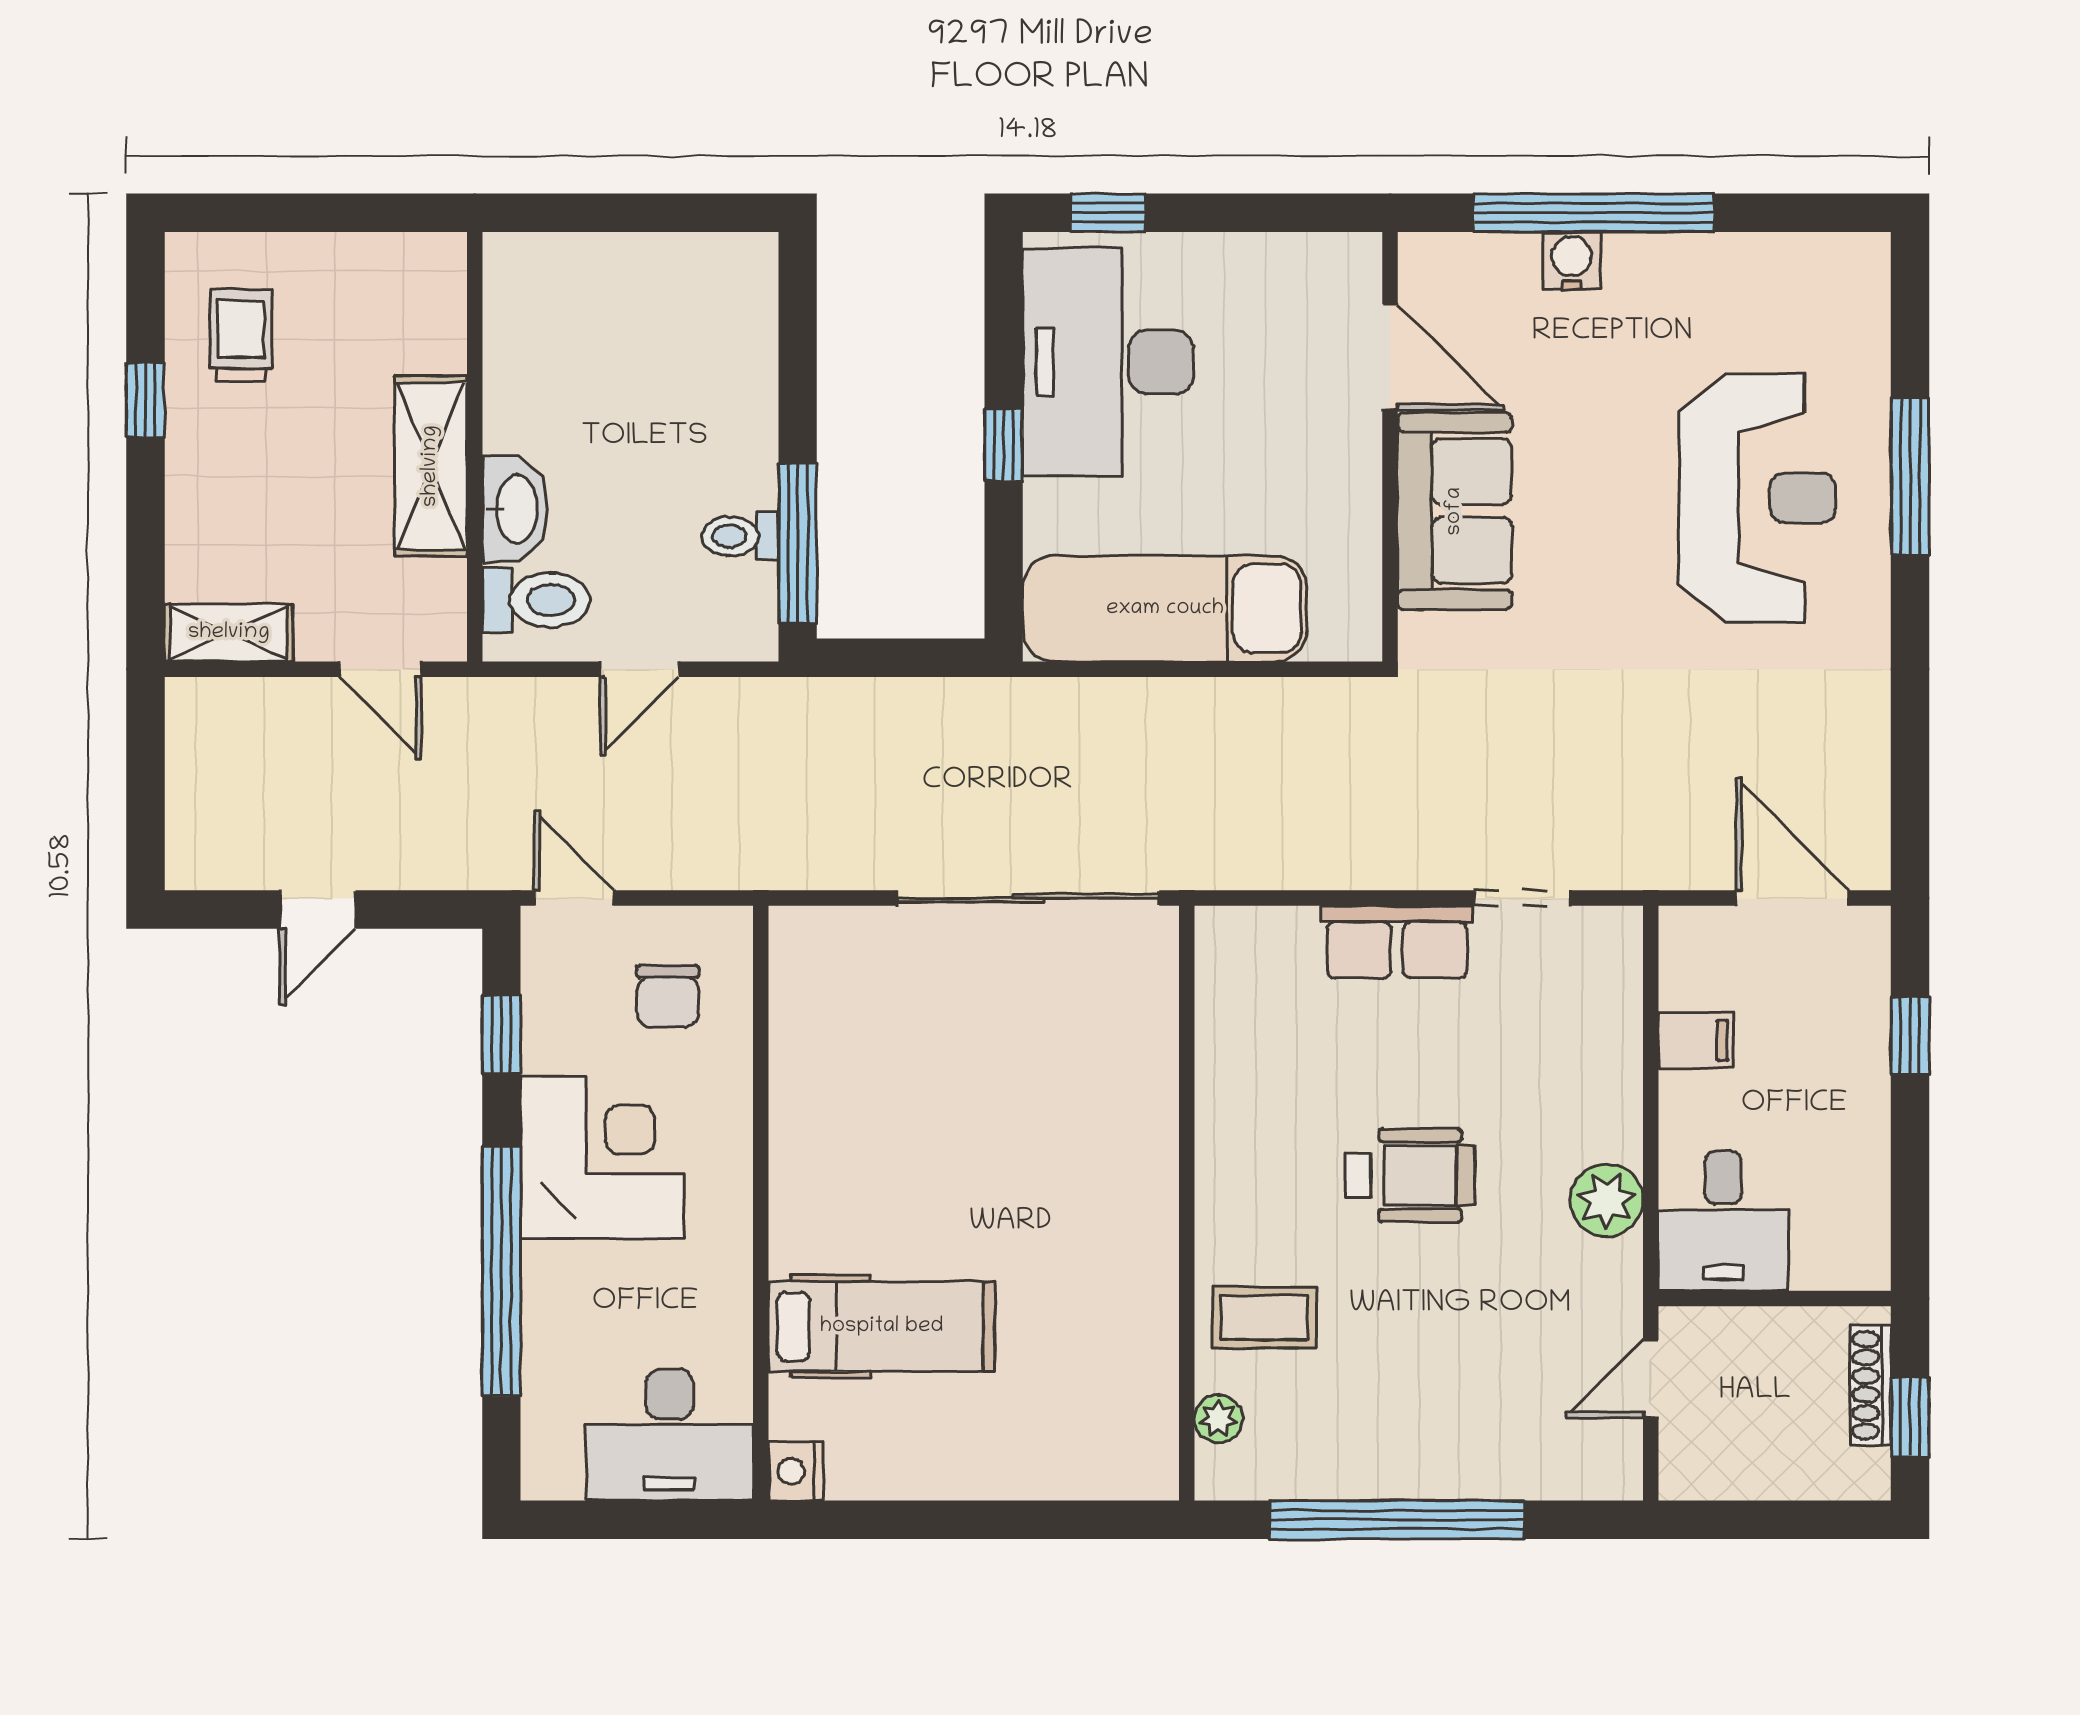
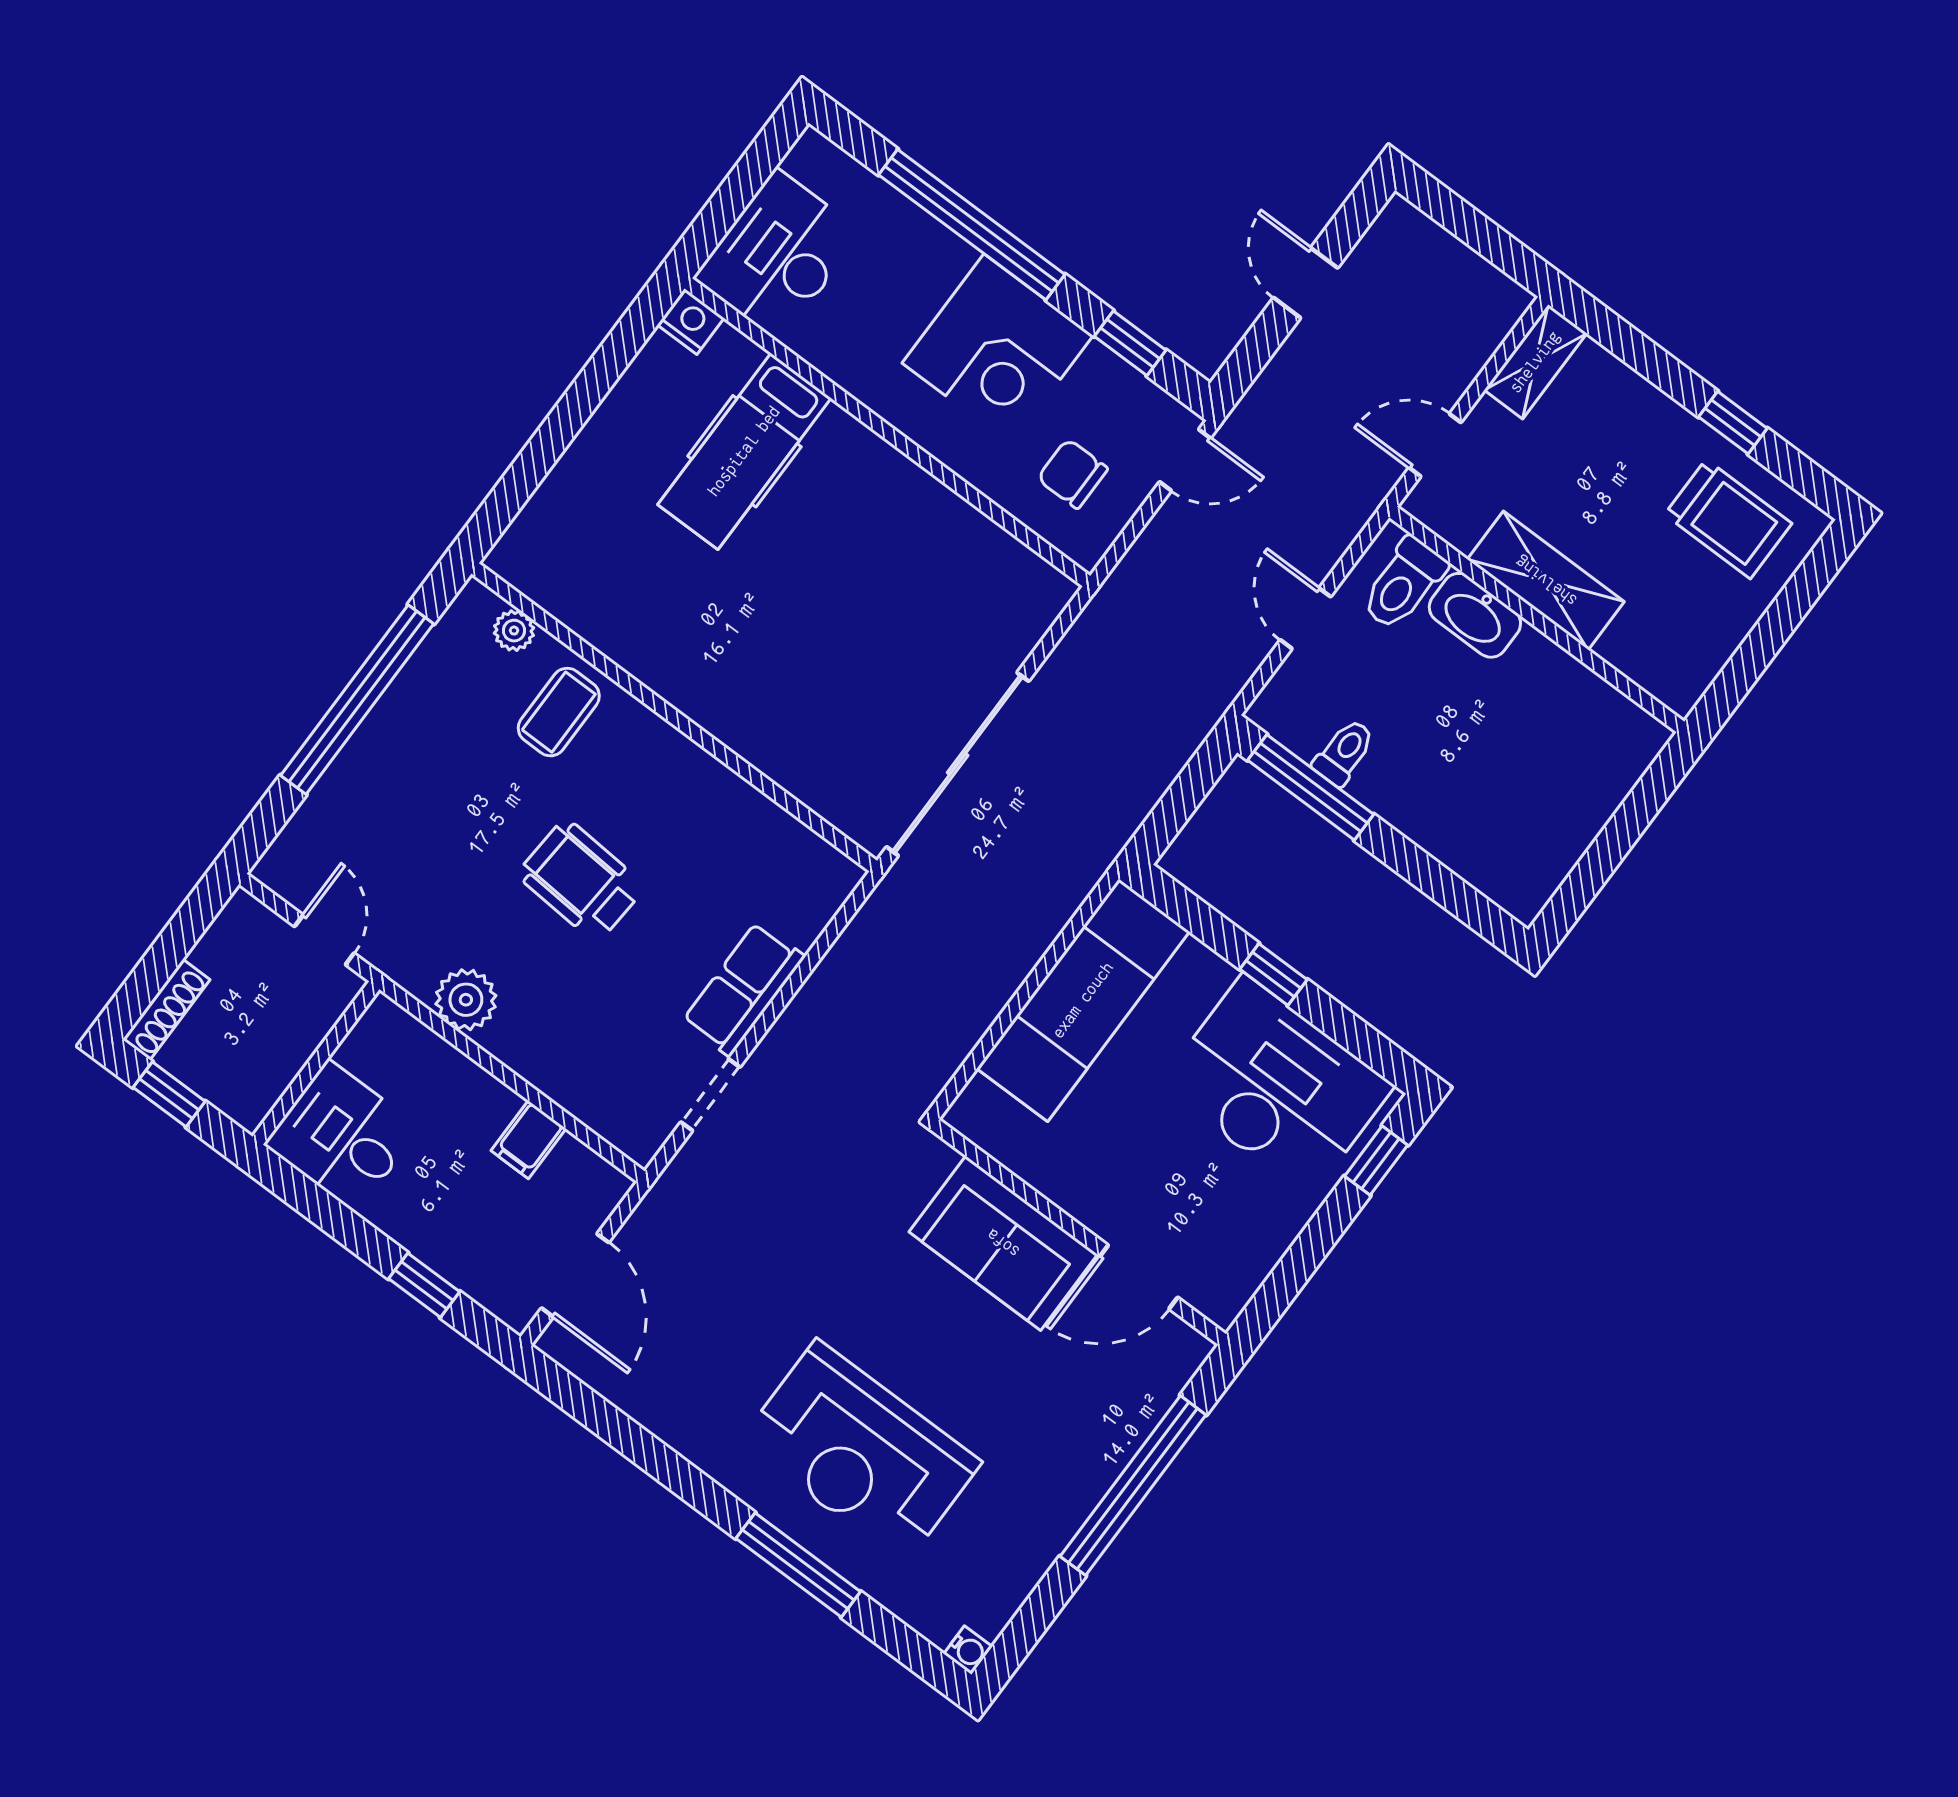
water cooler: (1572, 261) -> (968, 1650), moved, width x0.72, depth x0.72
trolley: (241, 335) -> (1728, 519), width x1.36, depth x1.39
door: (1792, 898) -> (575, 1275), hinge flipped
wheelchair: (1410, 1175) -> (581, 880), turned 94
desk: (1723, 1221) -> (342, 1136), moved
shoe rack: (1871, 1385) -> (166, 1010), moved, turned 90

